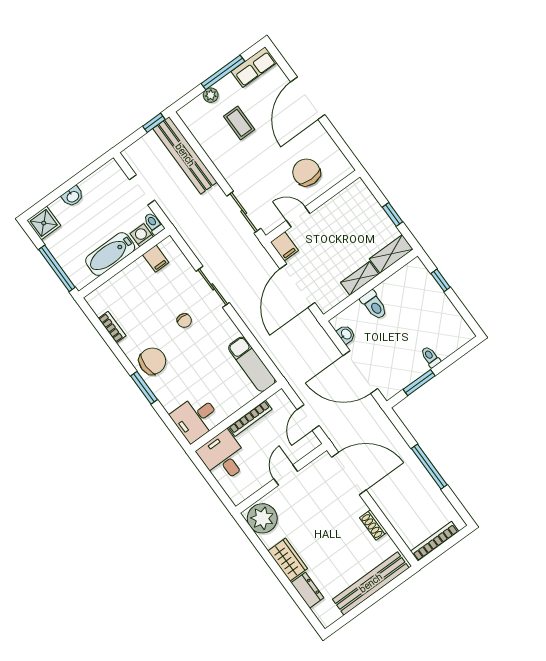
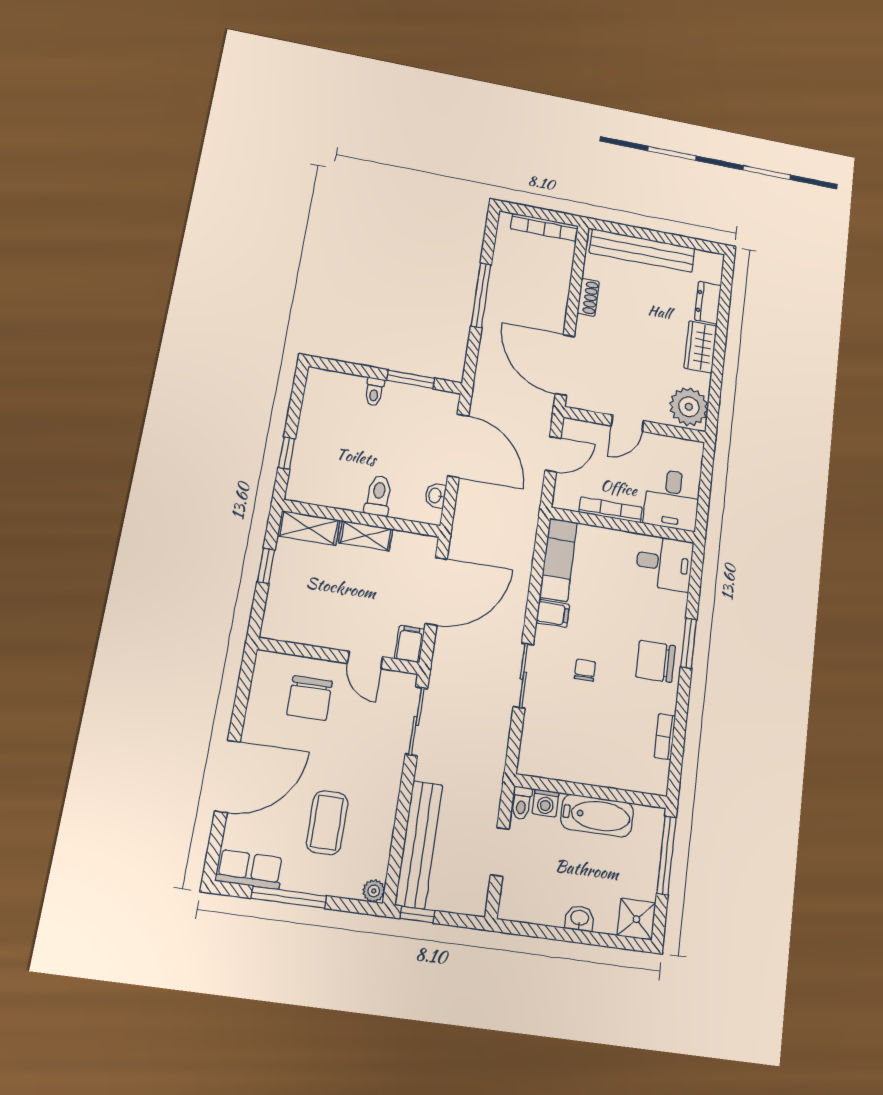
plant: (211, 95) -> (374, 891), moved
coffee table: (239, 123) -> (327, 823), width x1.36, depth x1.30
filing cabinet: (156, 259) -> (553, 613), moved, turned 90

